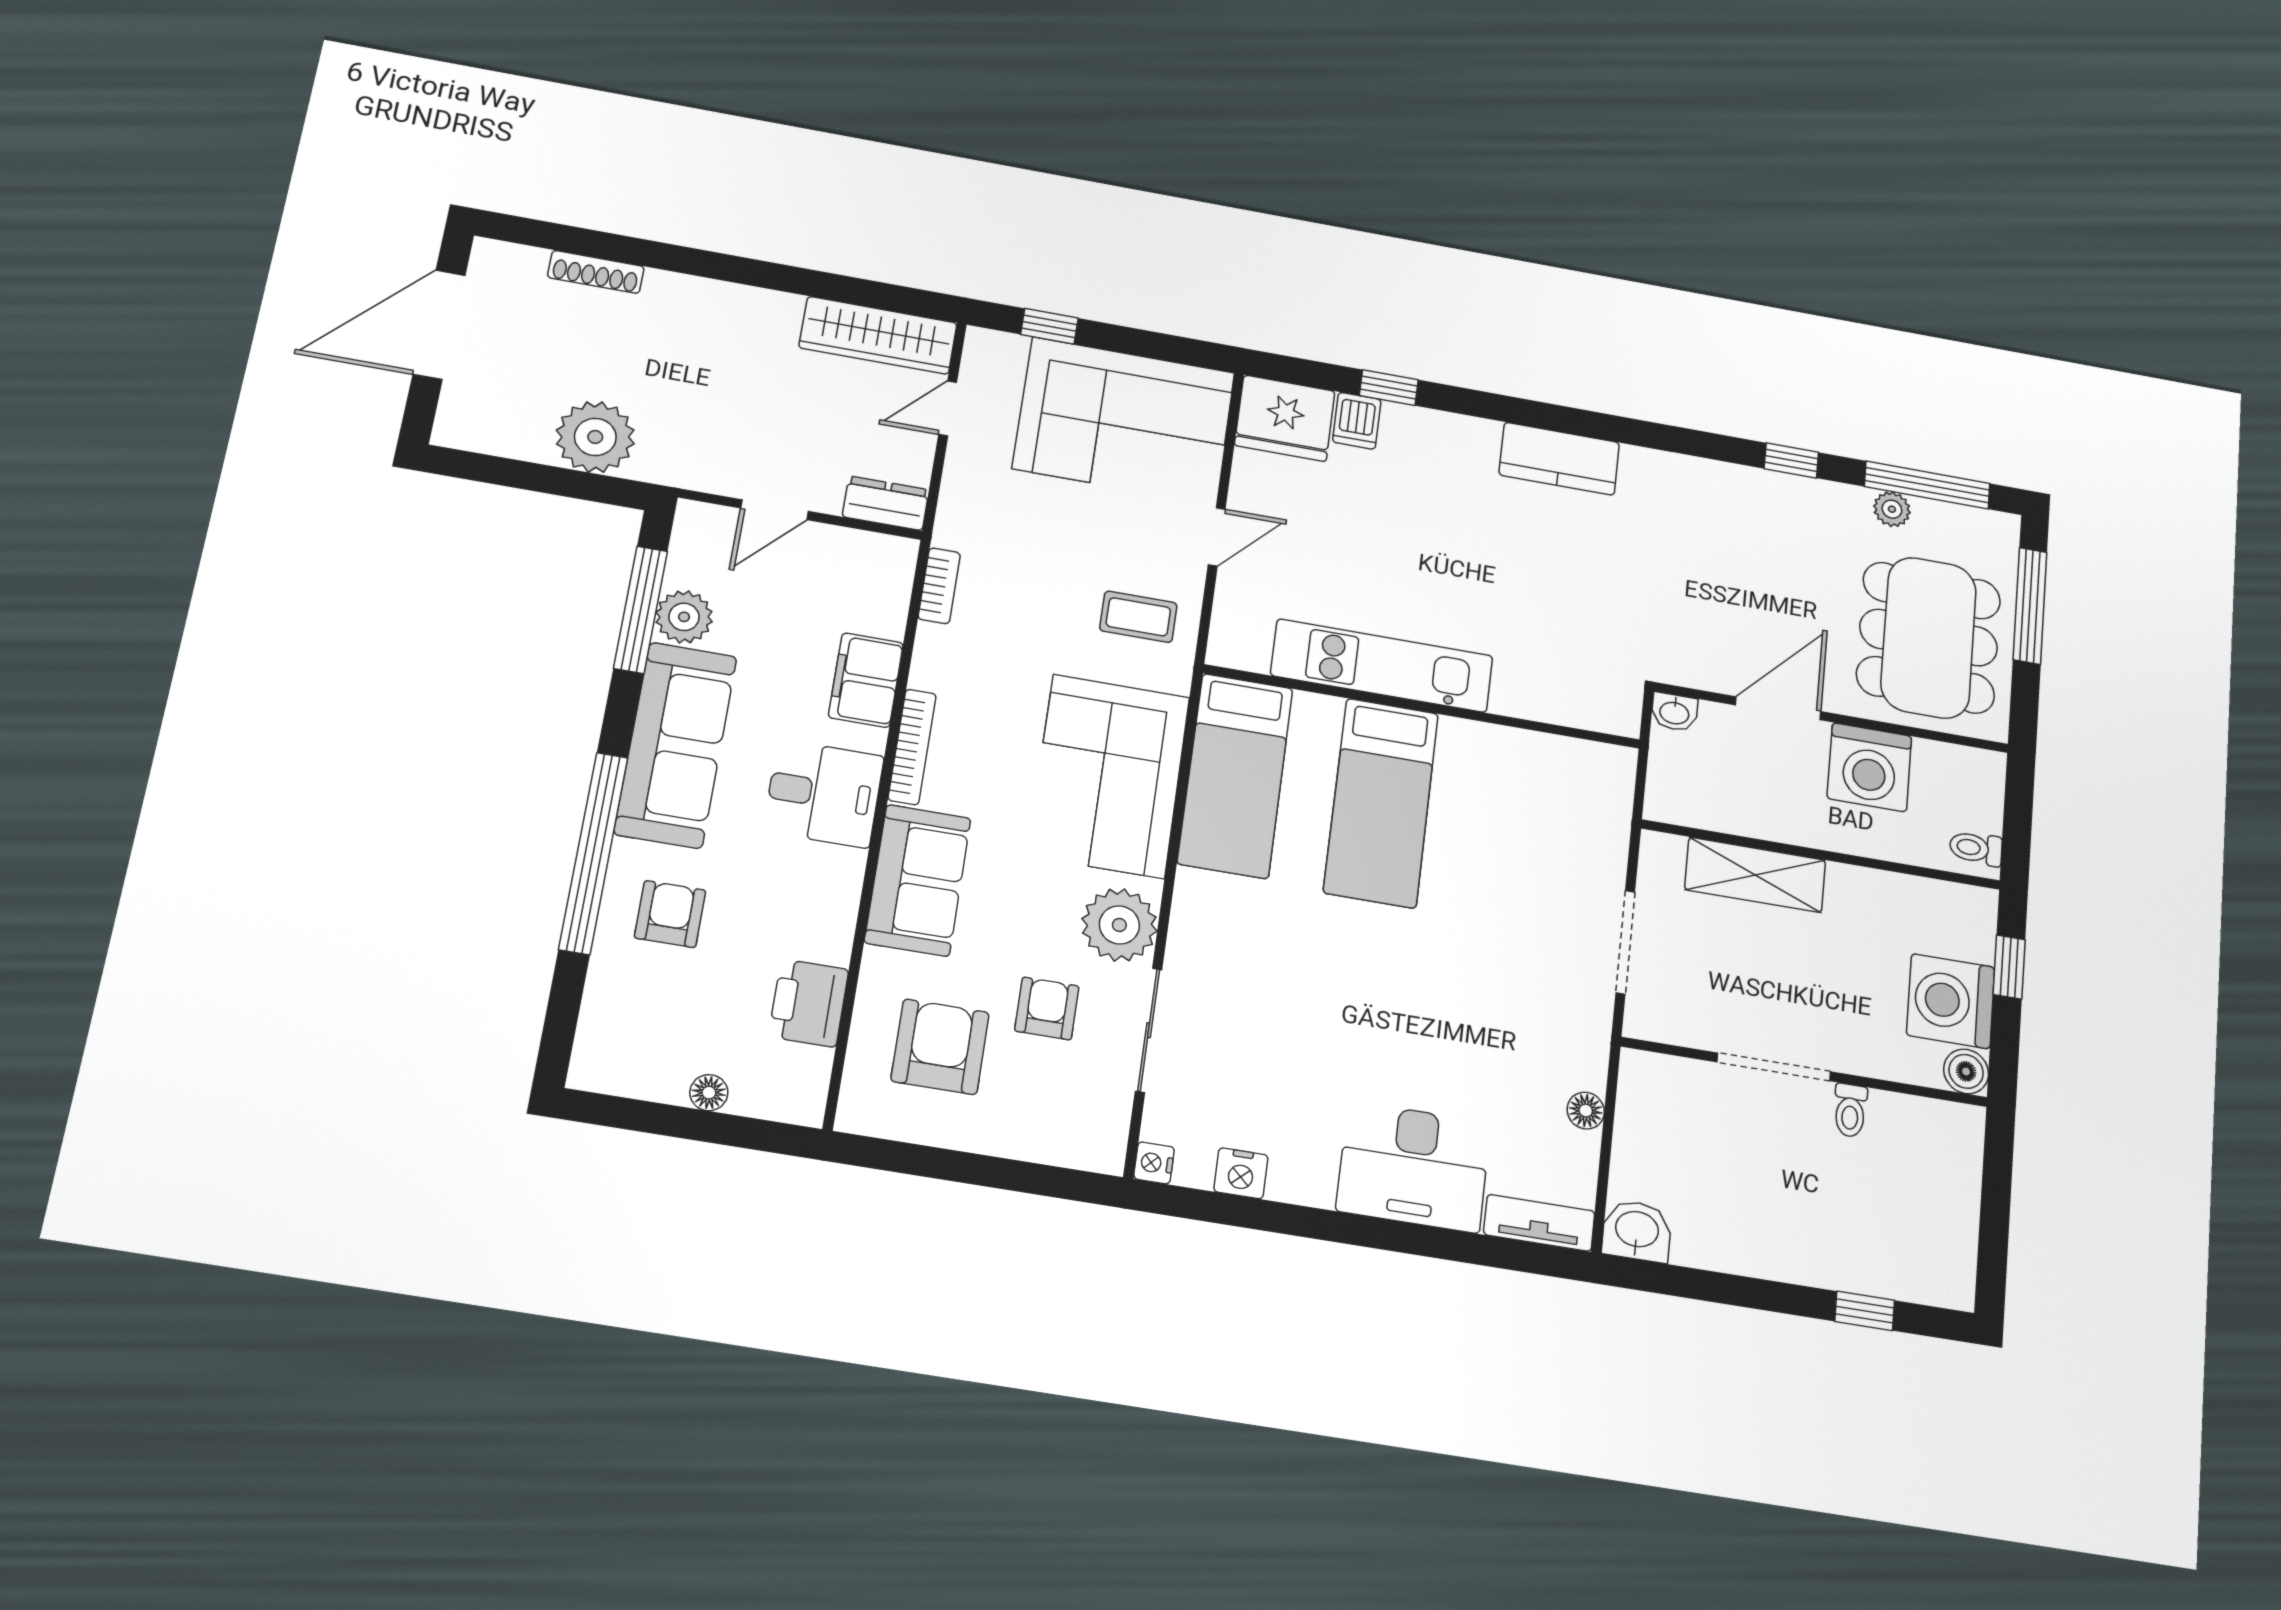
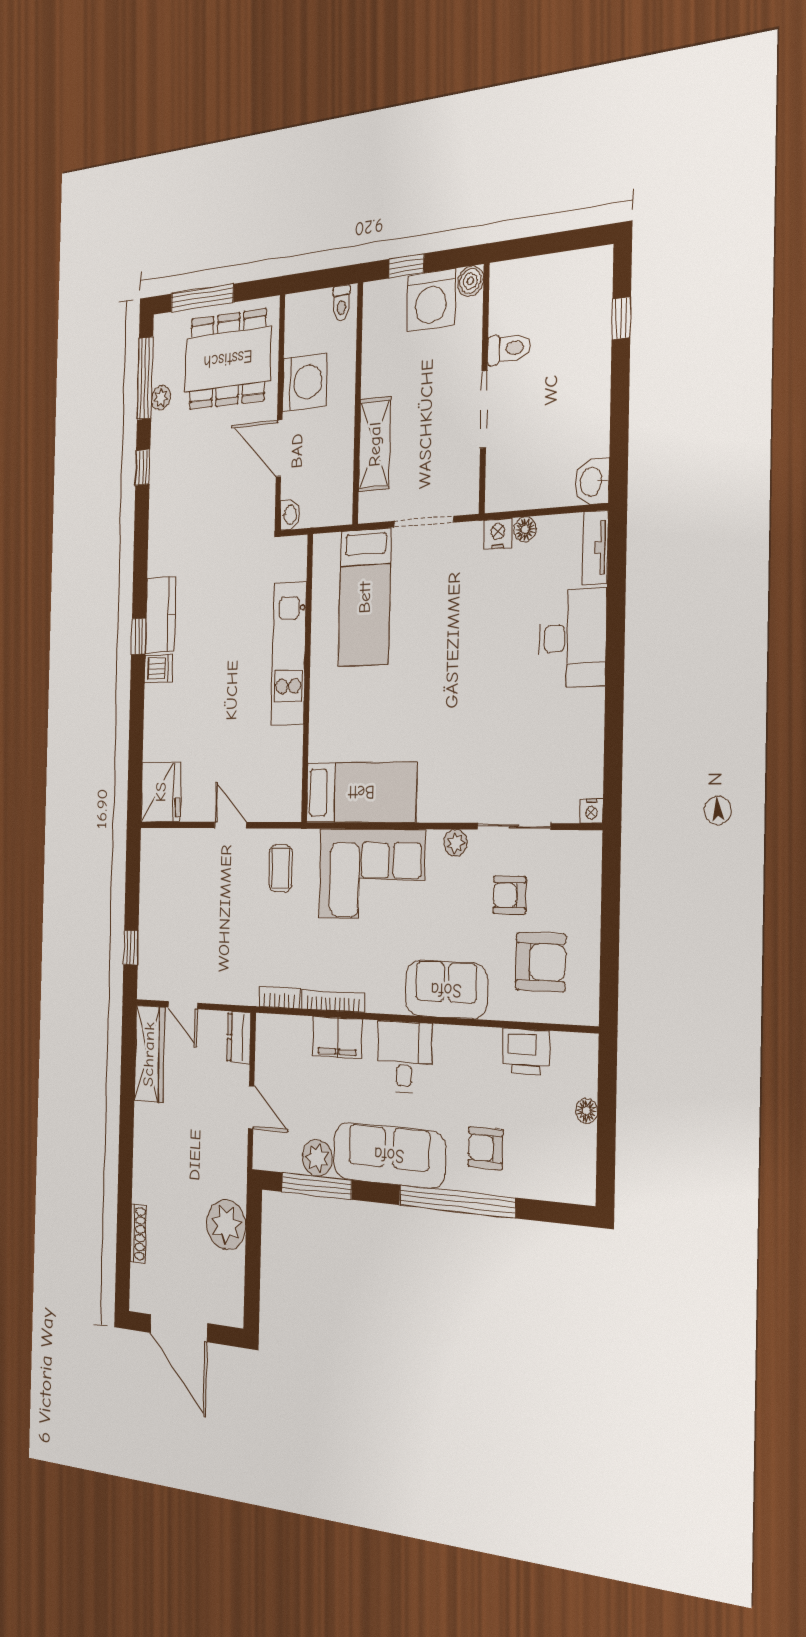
window: (1389, 388) -> (139, 636), moved
corner sofa: (1124, 421) -> (175, 893), removed
dishwasher: (1357, 421) -> (158, 669), moved
kitchen unit: (1382, 666) -> (289, 653), moved
bookcase: (912, 747) -> (333, 1001), moved
bed: (1381, 803) -> (365, 597), moved, turned 90
plant: (1119, 925) -> (456, 843), width x0.53, depth x0.53
armchair: (940, 1047) -> (541, 962), turned 180
toilet: (1850, 1110) -> (509, 348), width x1.37, depth x1.39
nightstand: (1241, 1173) -> (498, 534), moved, turned -90

